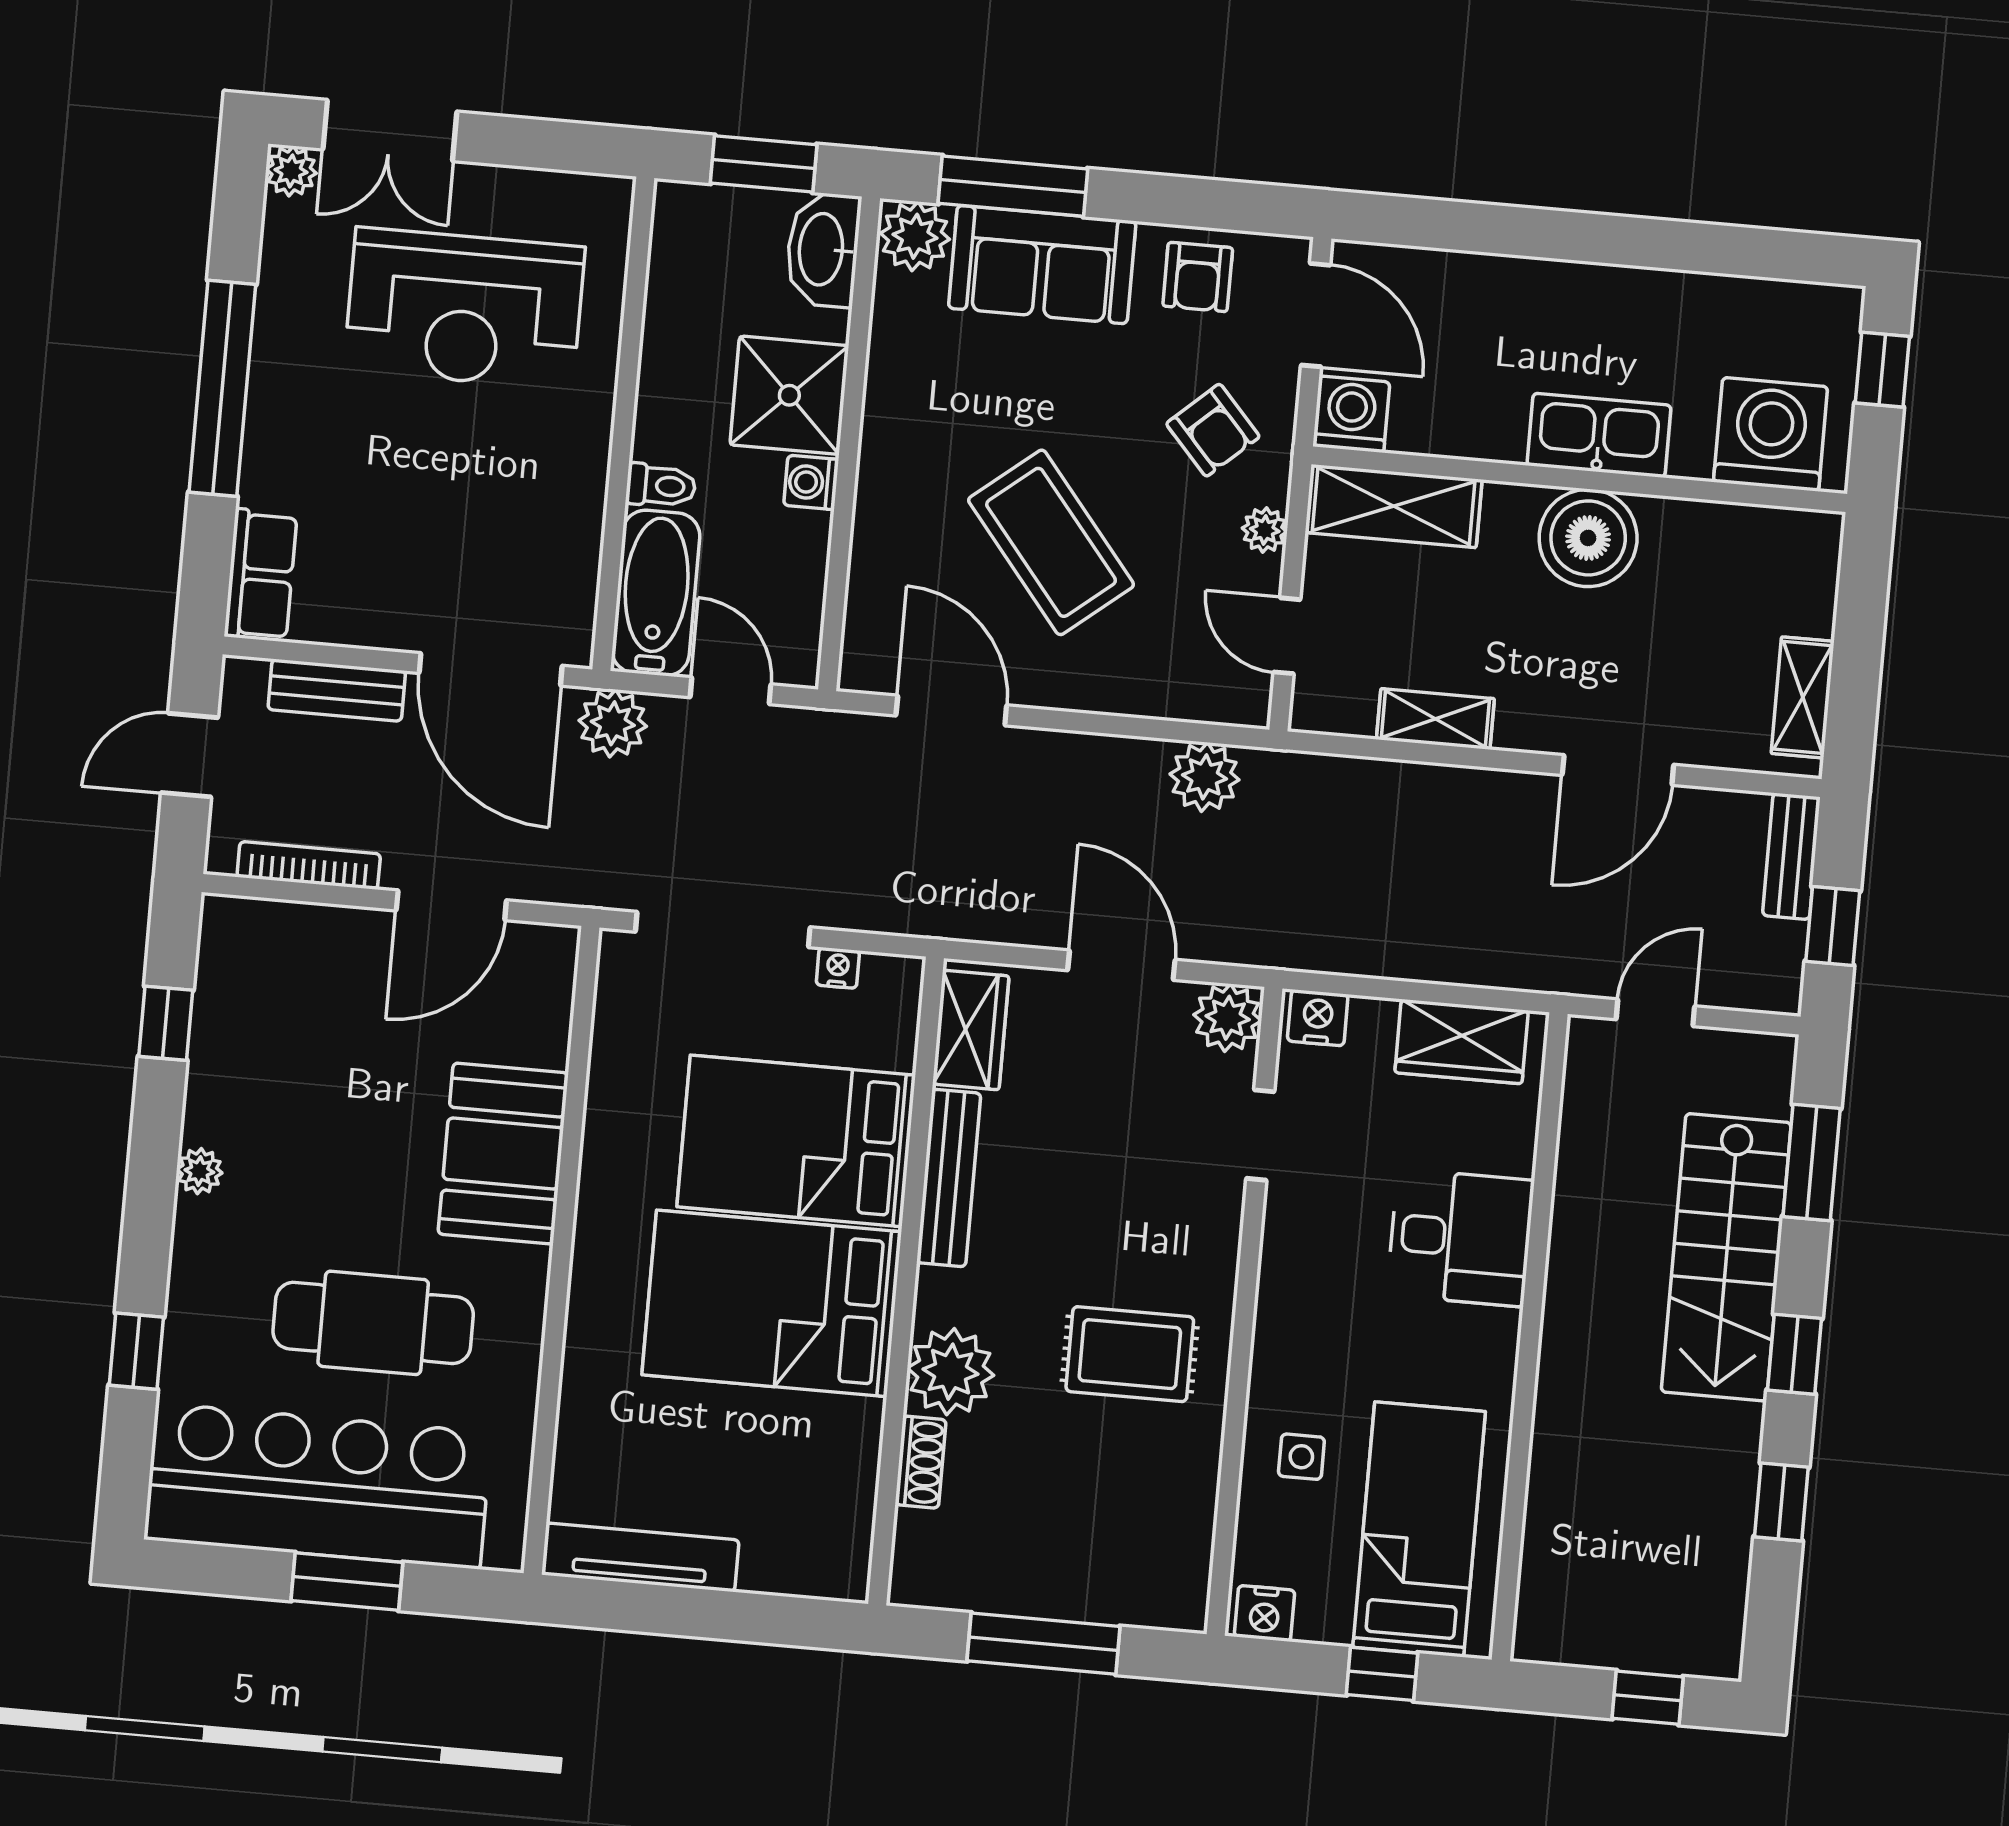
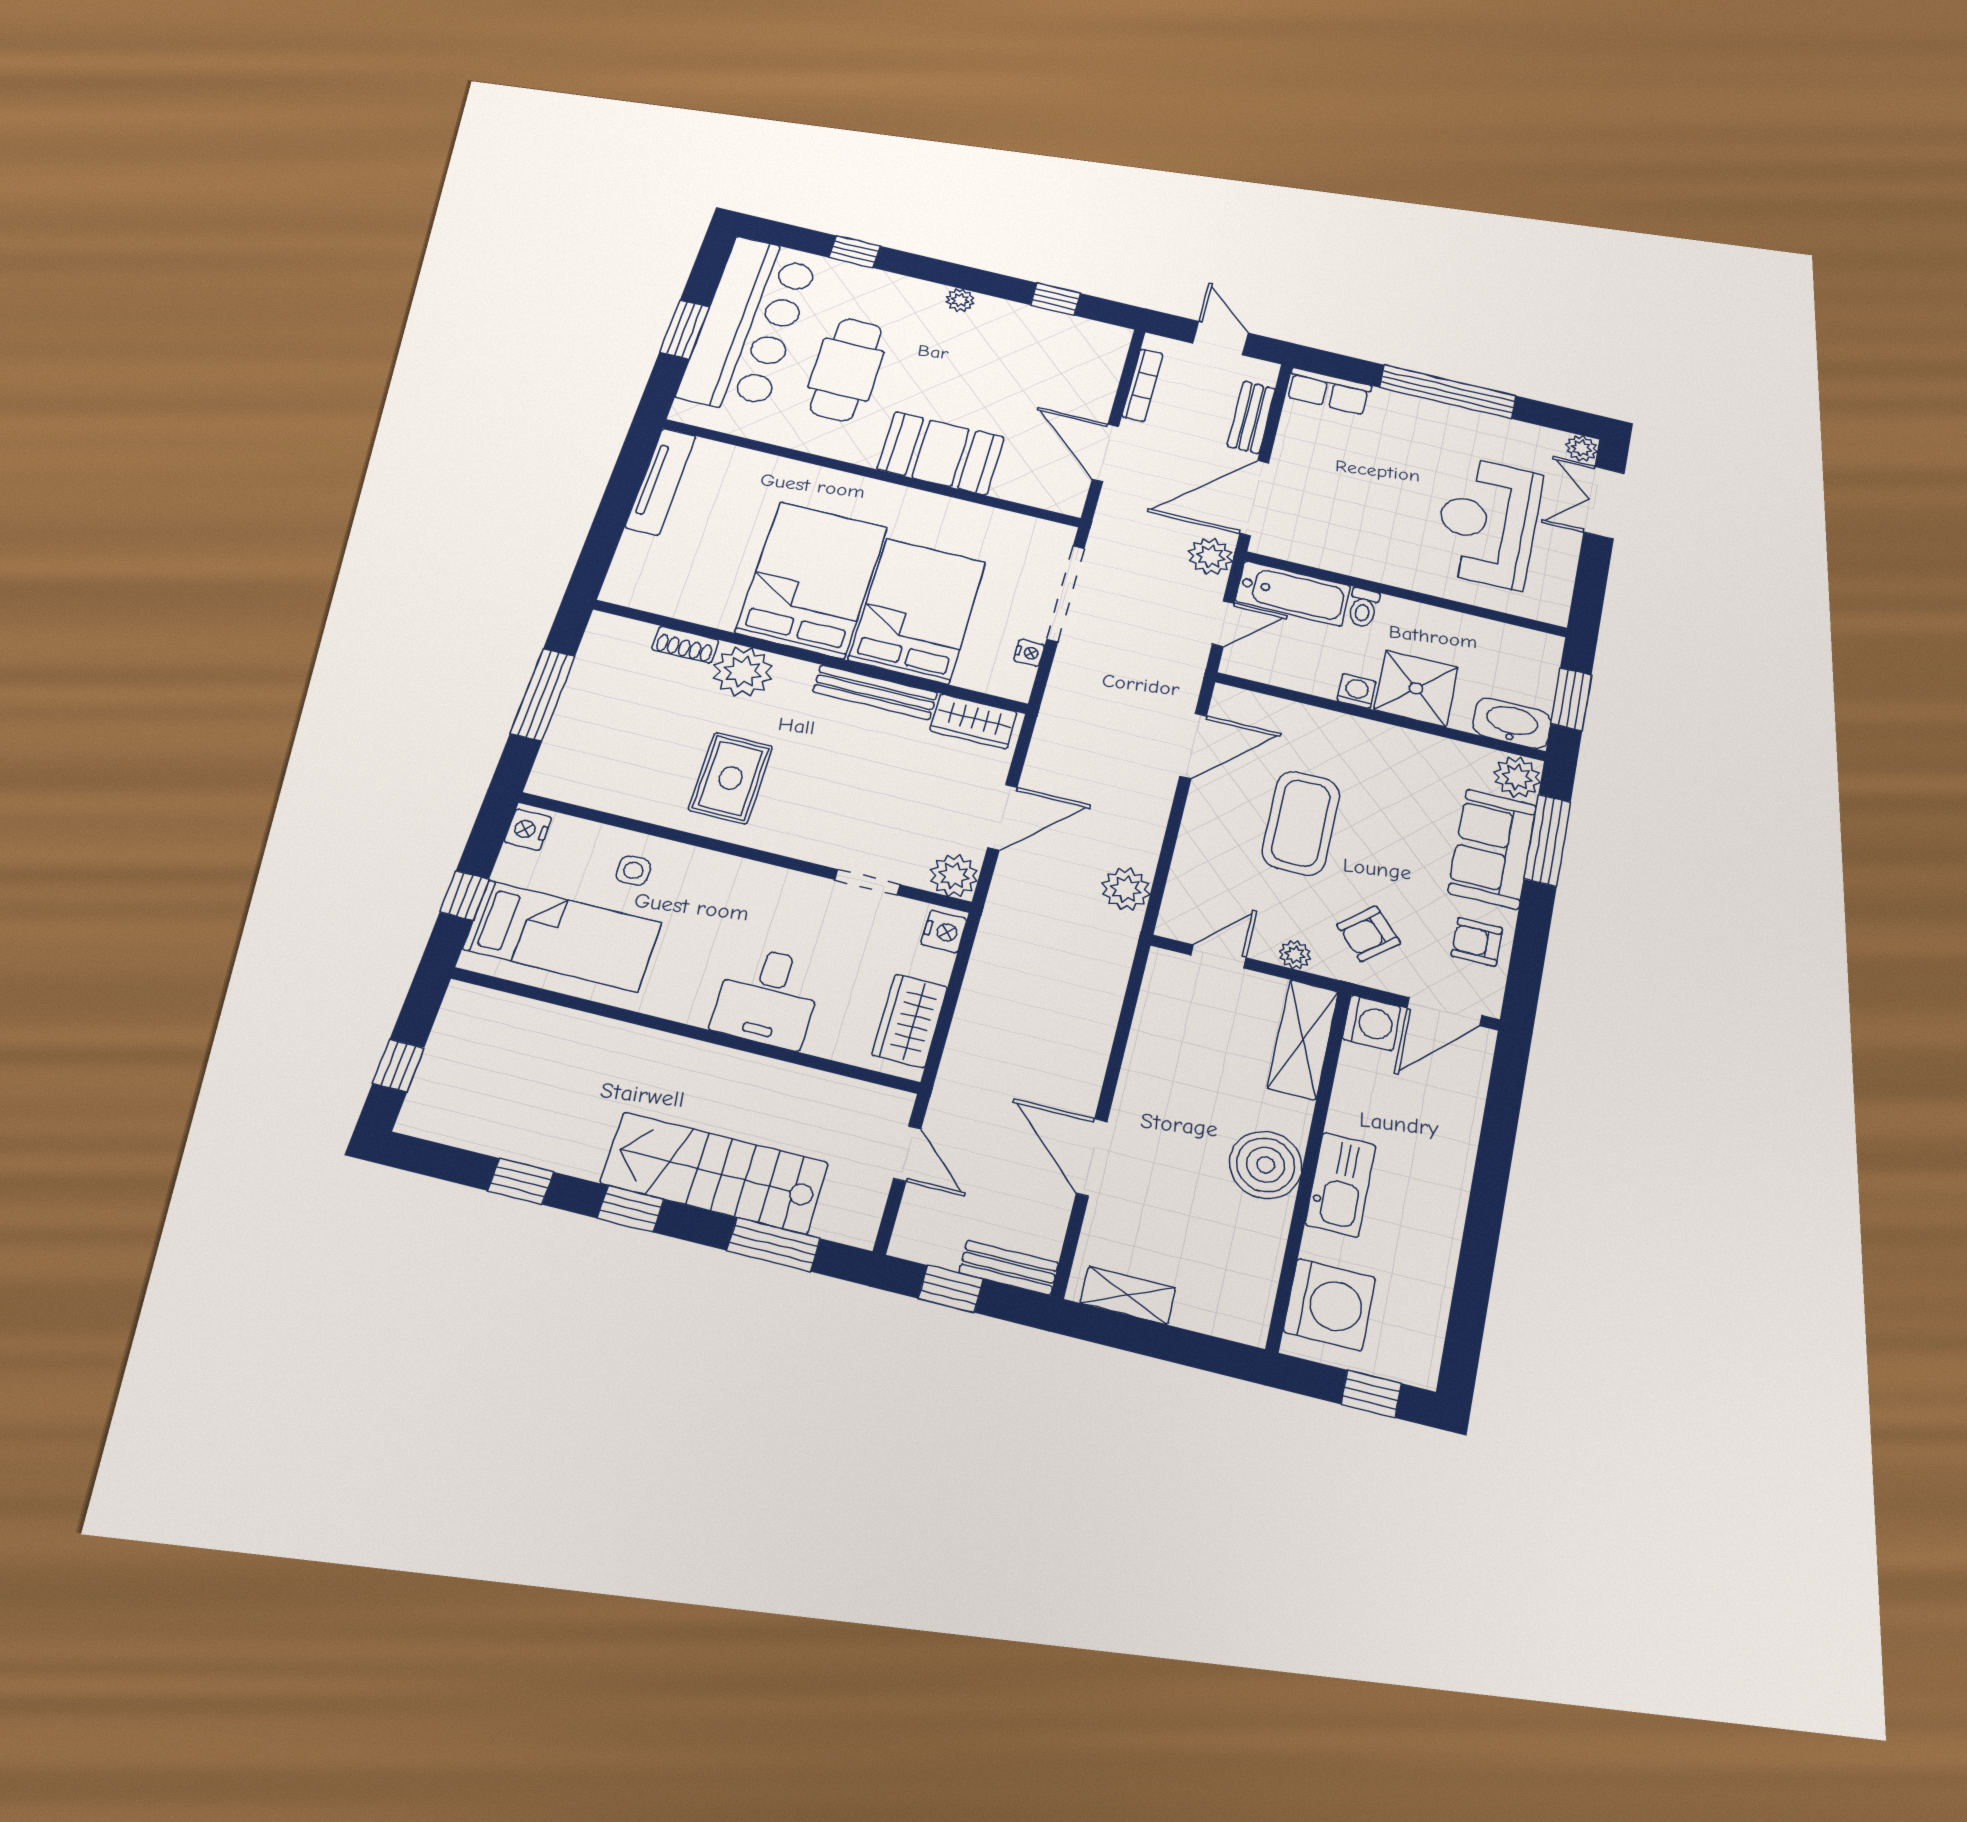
coffee table: (1051, 542) -> (1301, 823), turned -51
shelving: (1435, 719) -> (1146, 1042), removed

